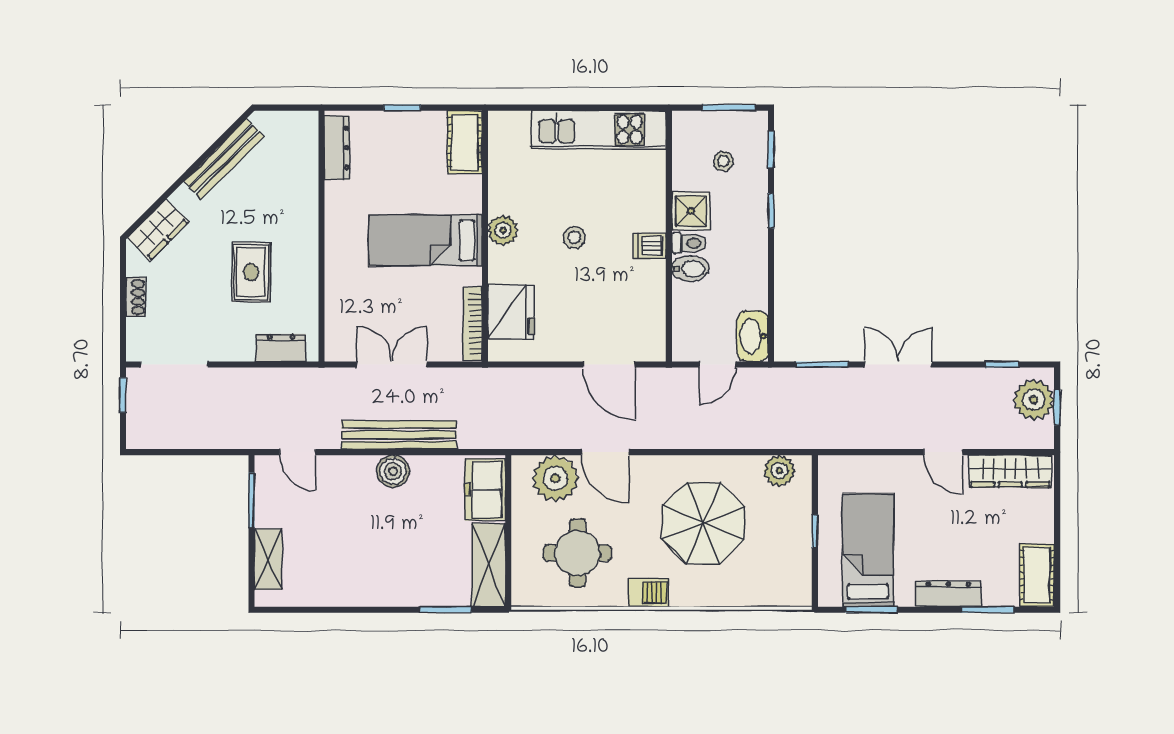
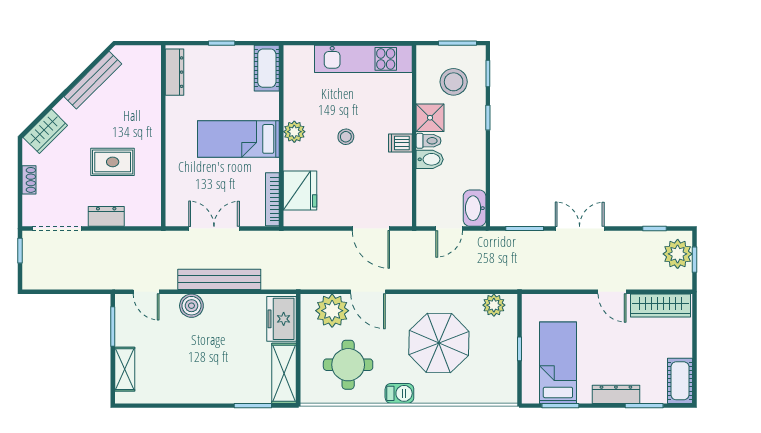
stool: (724, 161) -> (454, 82), width x1.89, depth x1.89
rug: (251, 272) -> (113, 162), turned 90
dresser: (281, 348) -> (106, 216), moved
boiler: (393, 471) -> (191, 306), moved

